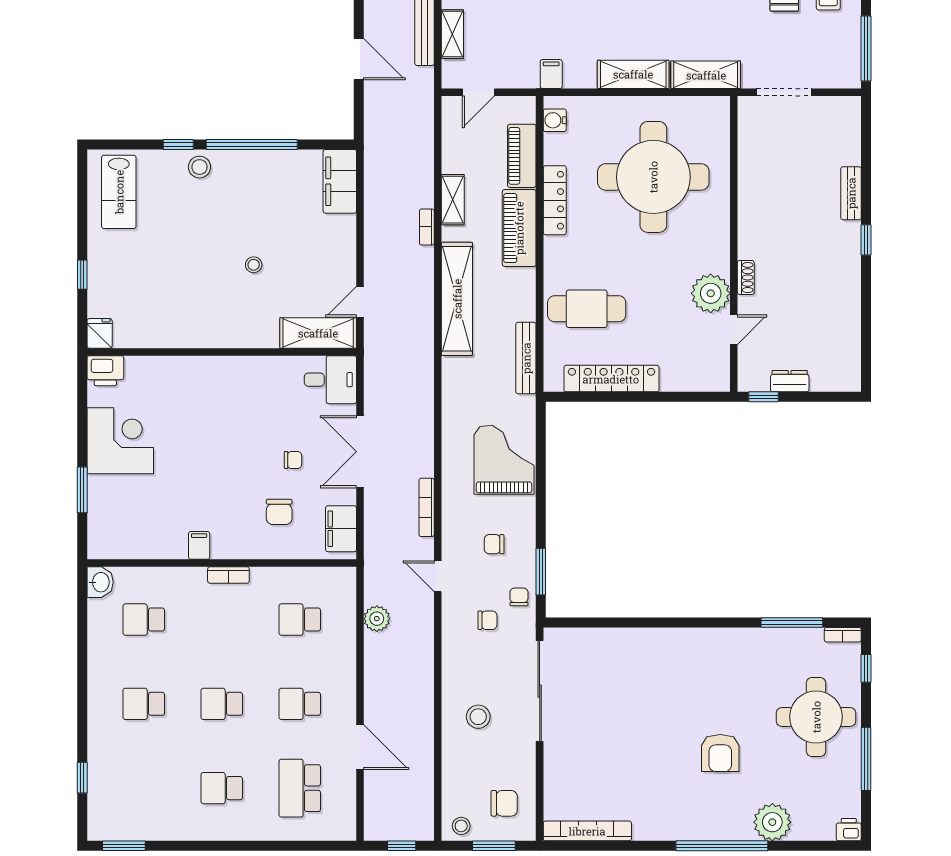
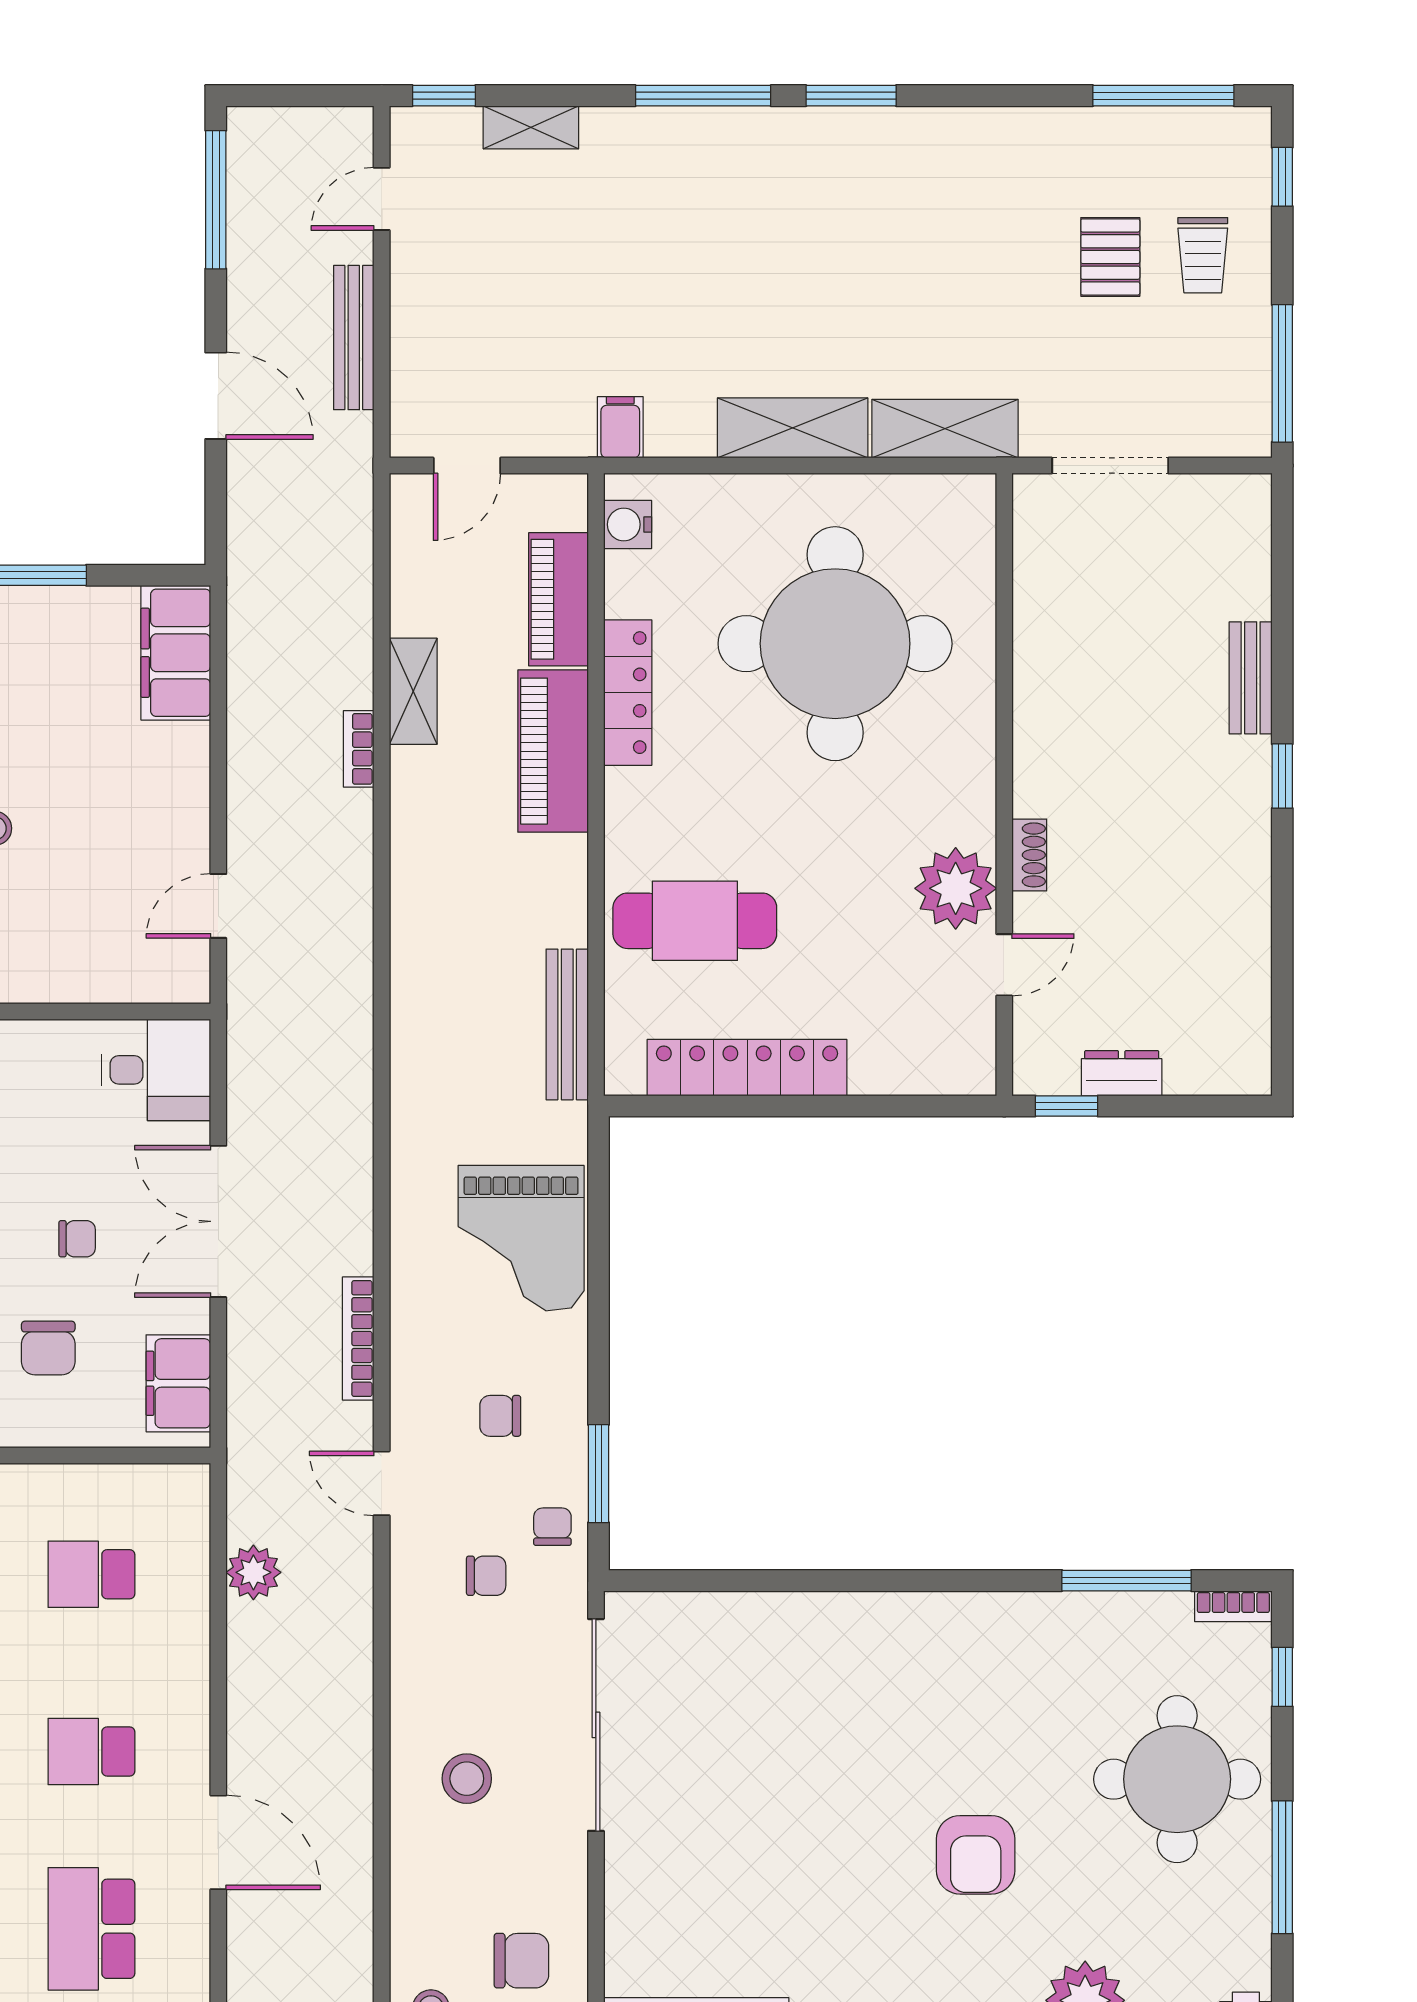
shelving: (452, 34) -> (413, 343), removed
shelving: (457, 299) -> (422, 900), removed
shelving: (318, 333) -> (130, 972), removed
grand piano: (504, 460) -> (521, 1238), turned 180

